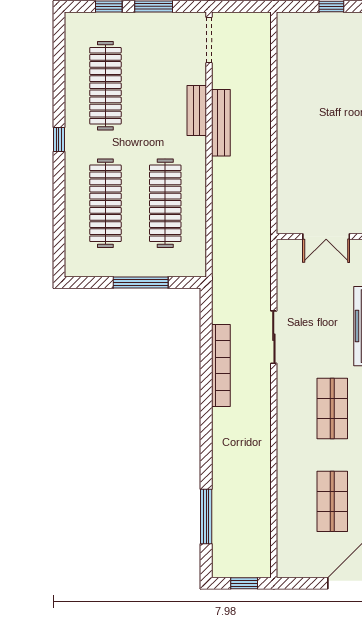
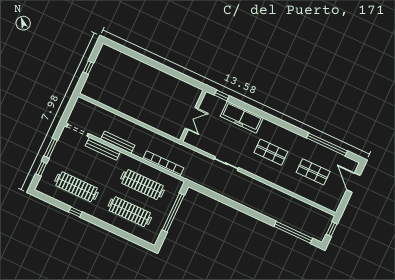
bench: (197, 110) -> (103, 149), width x1.36
window: (59, 139) -> (75, 212), moved
window: (141, 283) -> (173, 213), width x1.46
bookcase: (221, 366) -> (163, 163), moved
window: (206, 517) -> (293, 232), width x1.46

